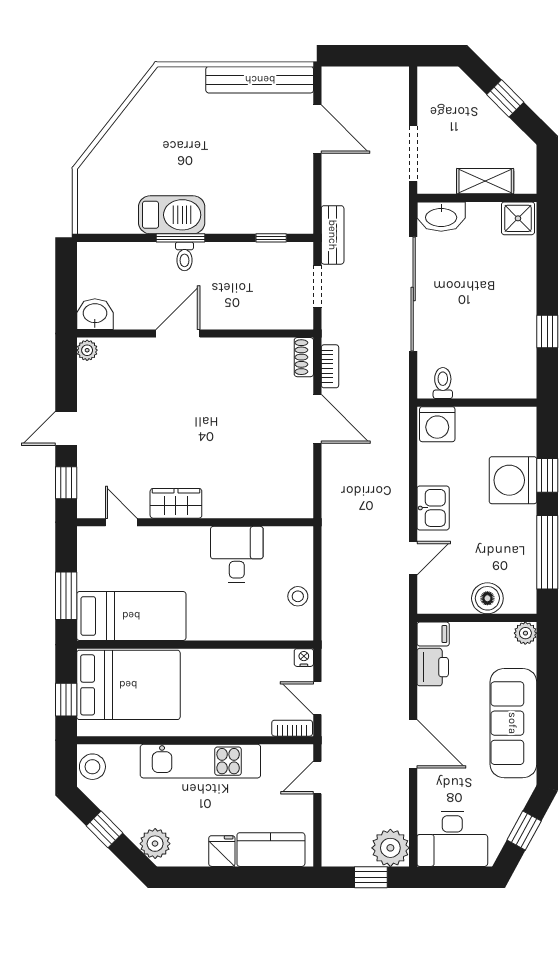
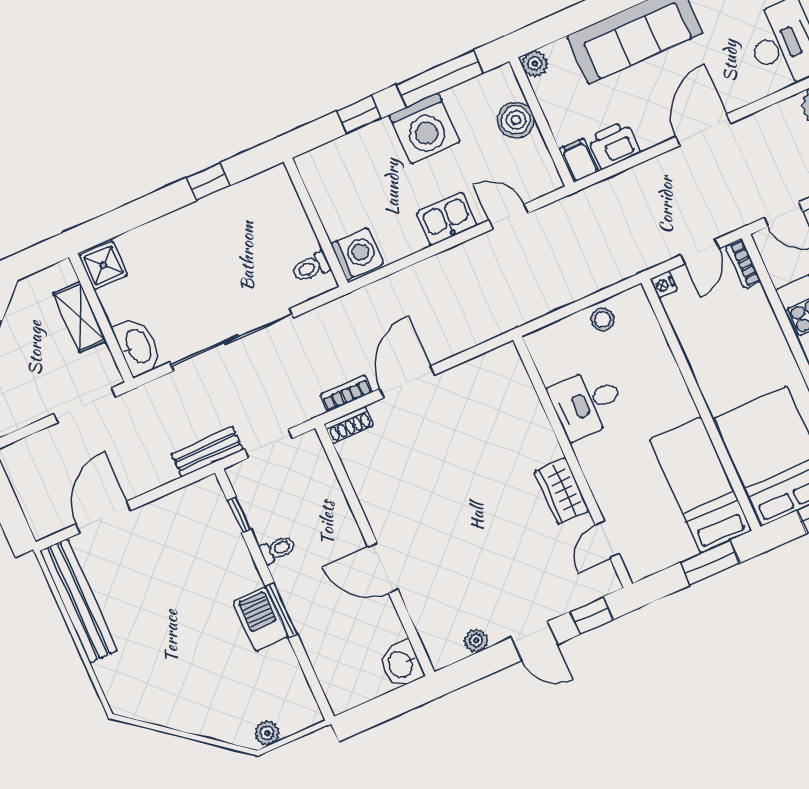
plant: (88, 183) -> (267, 733), added
barbecue: (172, 215) -> (261, 619), width x0.73, depth x0.83
toilet: (184, 256) -> (278, 549), moved
plant: (87, 350) -> (476, 641), moved
washing machine: (513, 480) -> (425, 128), moved

